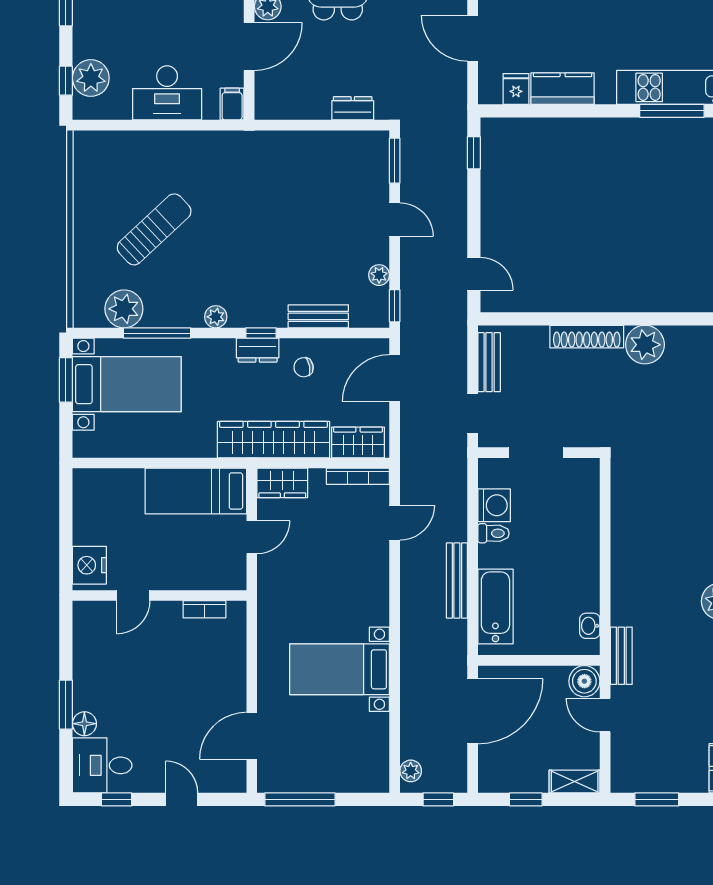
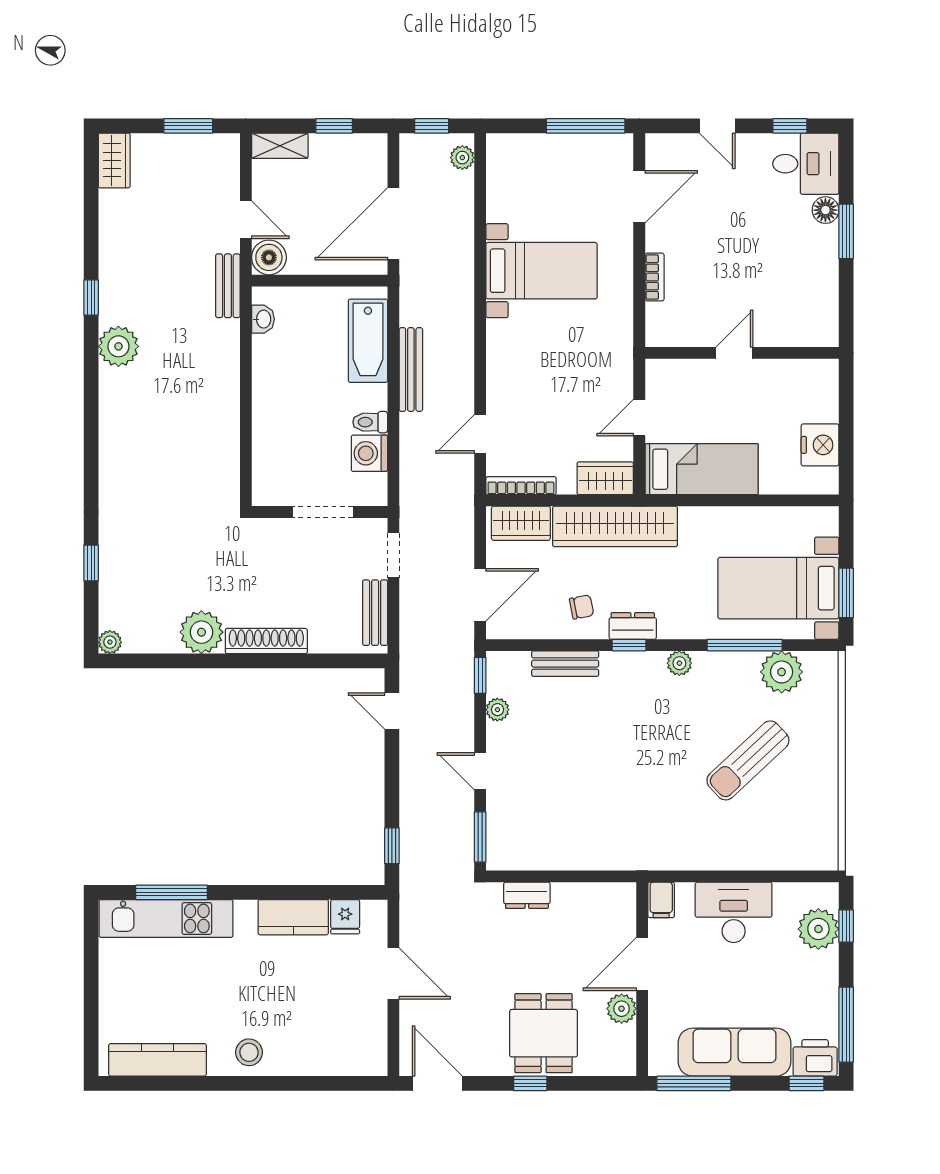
nightstand: (89, 565) -> (820, 445), moved
door: (133, 595) -> (734, 353), moved
bookcase: (204, 609) -> (655, 277), moved, turned 90

